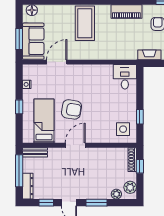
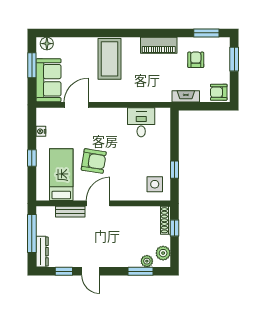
window: (19, 39) -> (32, 65), moved
desk: (125, 77) -> (141, 122), moved
bench: (35, 152) -> (70, 212), moved
window: (97, 203) -> (140, 271), moved

